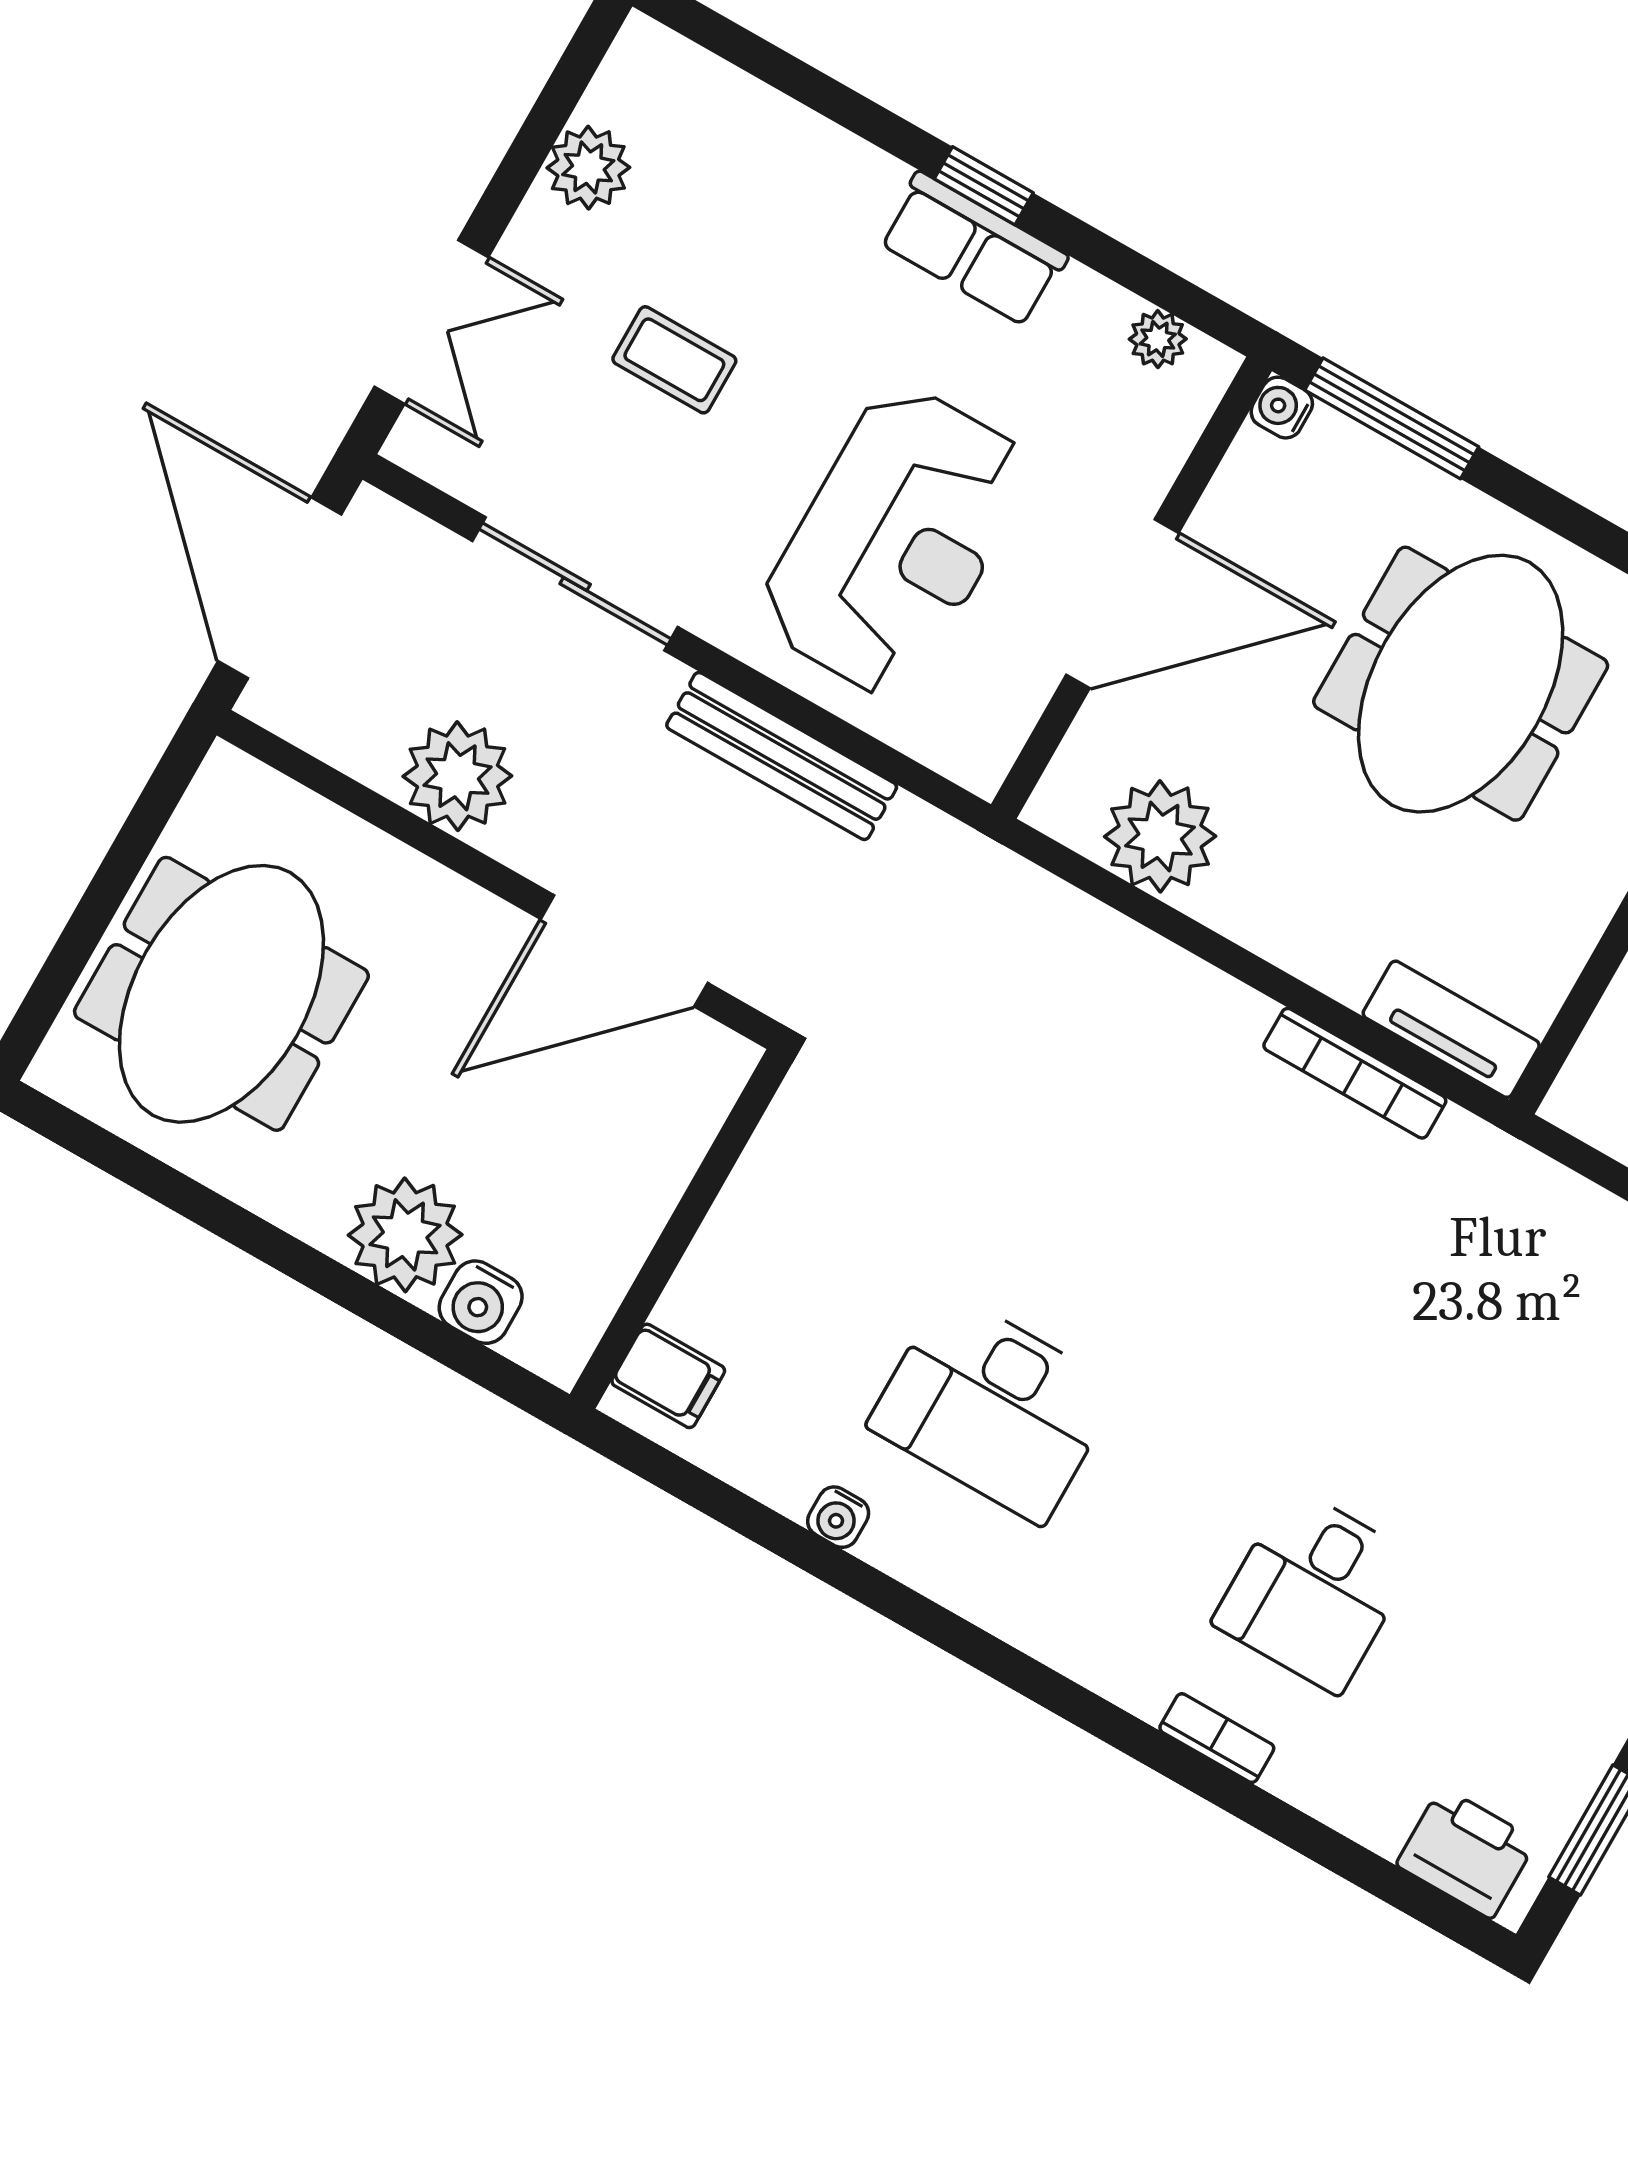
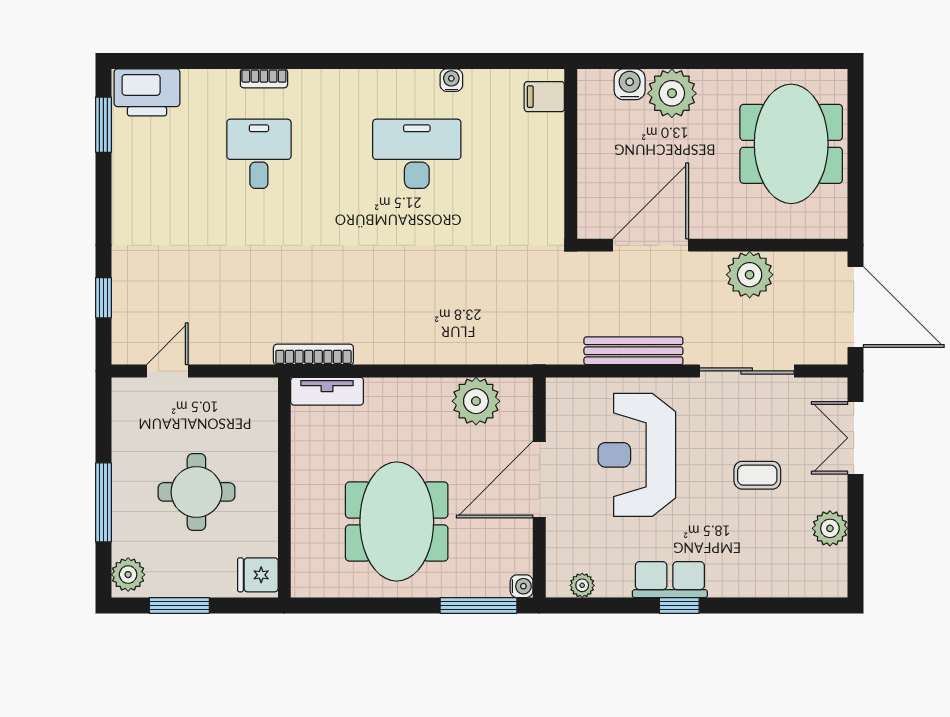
bookcase: (1355, 1073) -> (313, 354), moved
printer: (1466, 1853) -> (147, 92), width x1.37, depth x1.19

